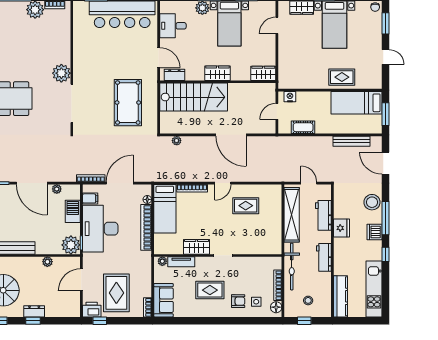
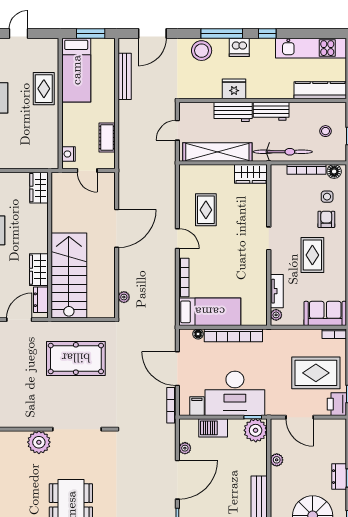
wardrobe: (217, 73) -> (39, 270), moved
workbench: (323, 215) -> (233, 112), moved
wardrobe: (197, 247) -> (251, 174), moved, turned -90

